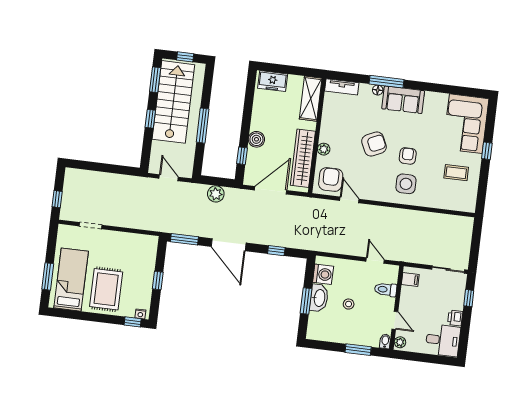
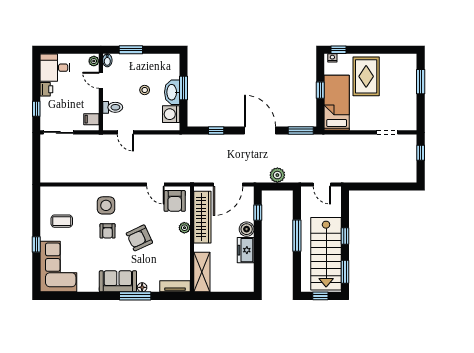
freezer: (273, 81) -> (246, 250), moved, turned -90
bed: (71, 280) -> (337, 103), moved, turned 180

